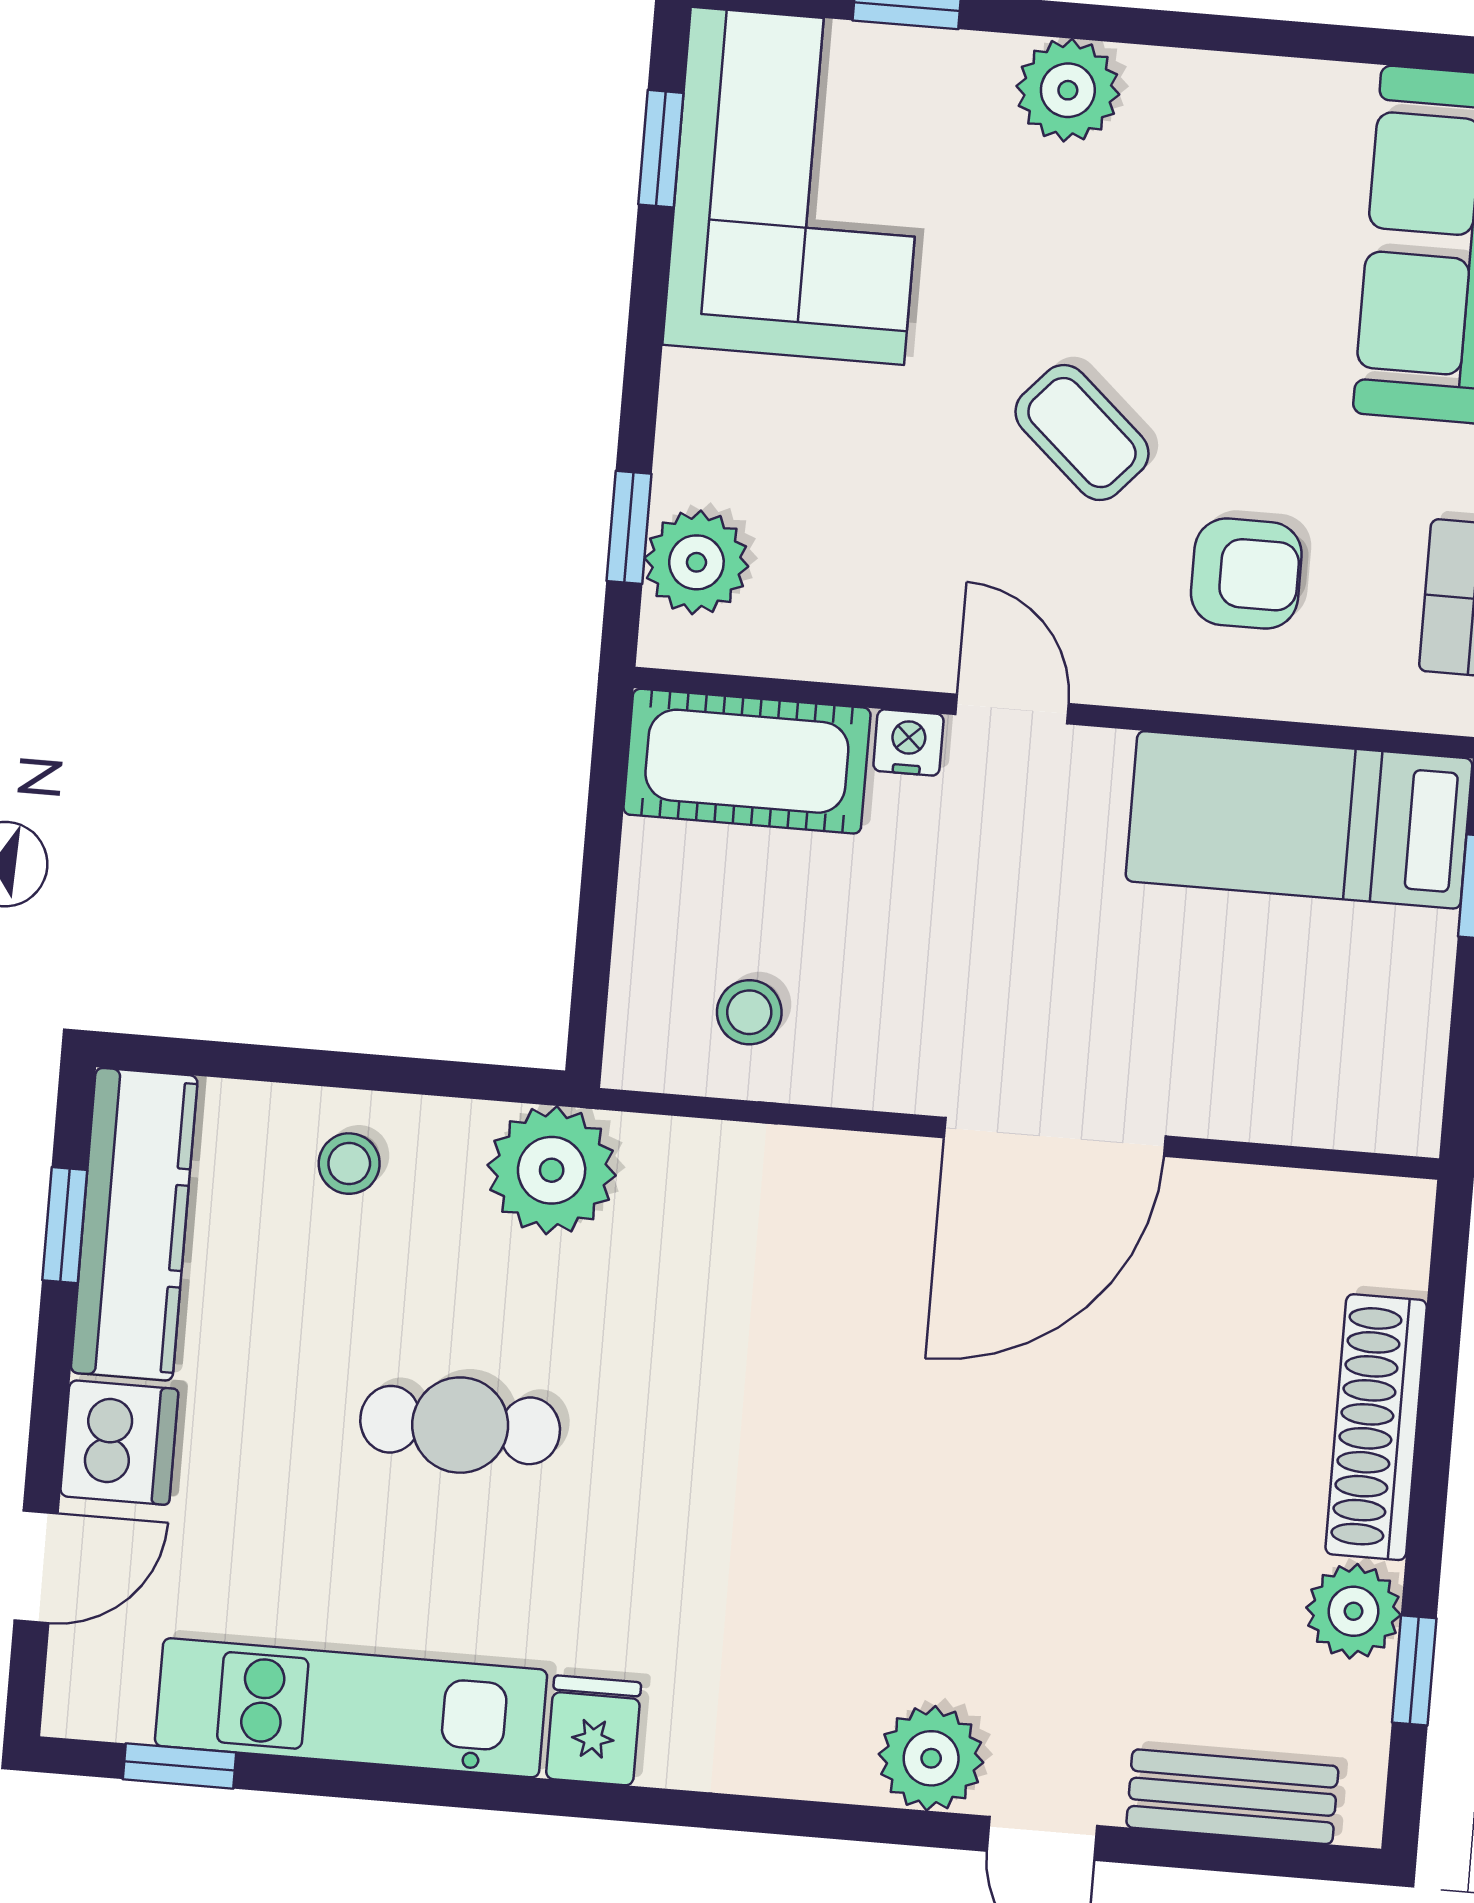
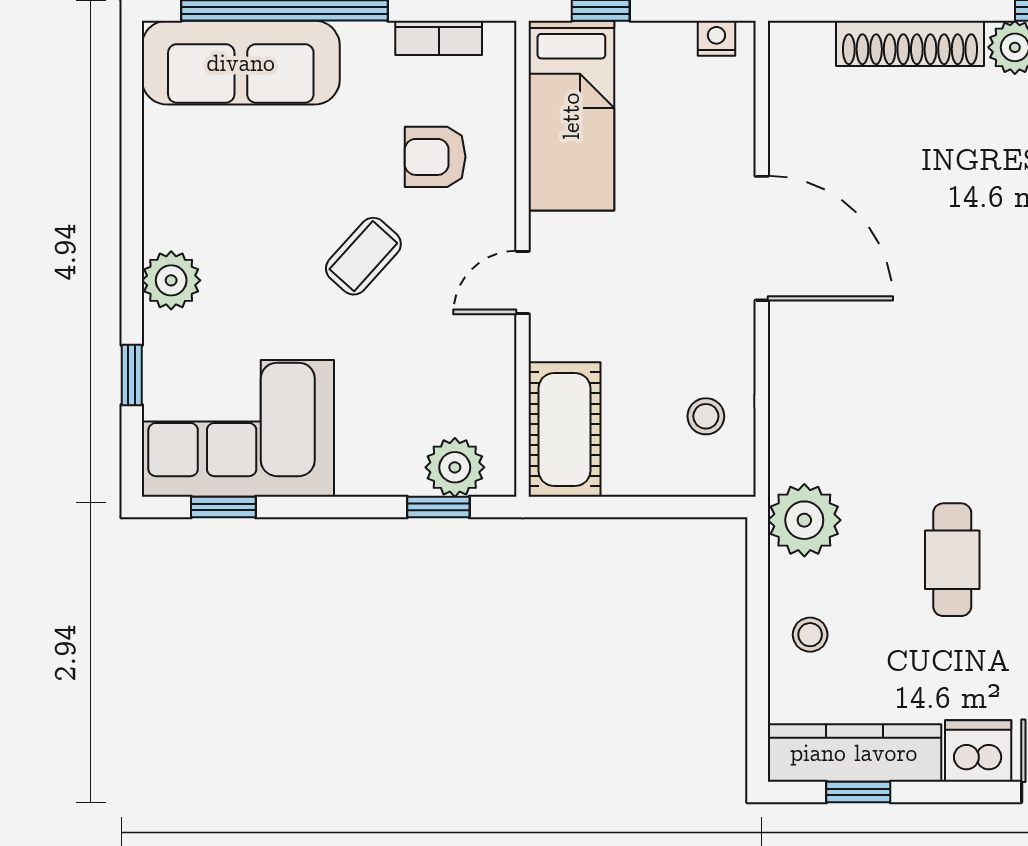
armchair: (1246, 574) -> (435, 157), turned -90
nightstand: (908, 742) -> (716, 38), moved, turned 90

